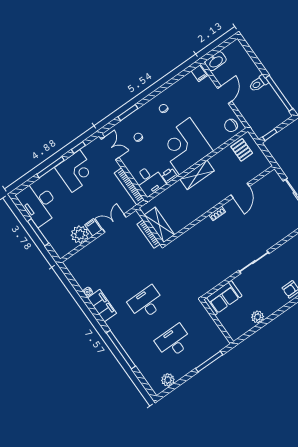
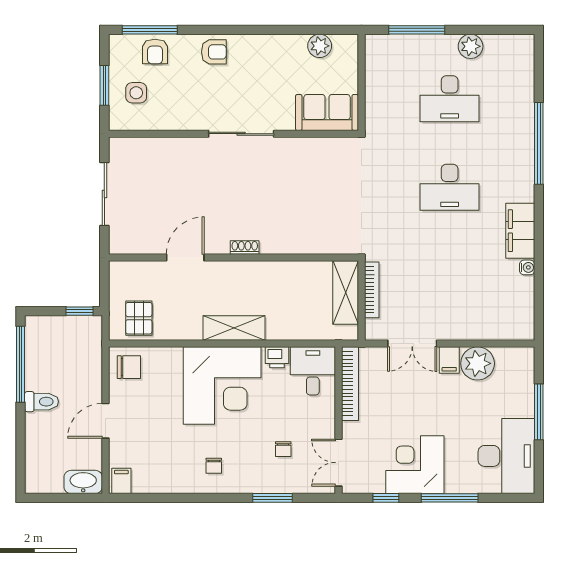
plant: (258, 317) -> (320, 46), moved
plant: (168, 380) -> (471, 46), moved

